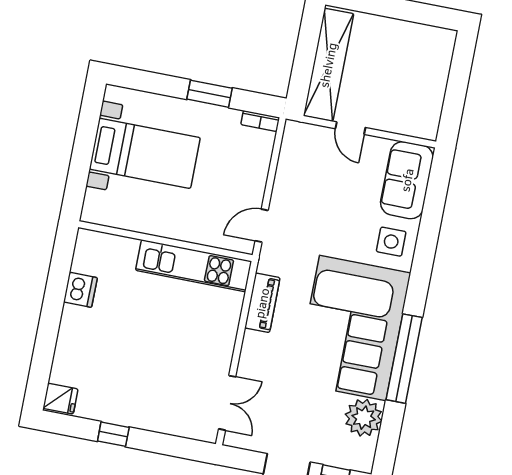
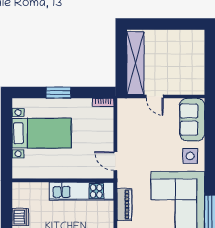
window: (209, 94) -> (58, 93), moved
door: (262, 226) -> (115, 161), hinge flipped

